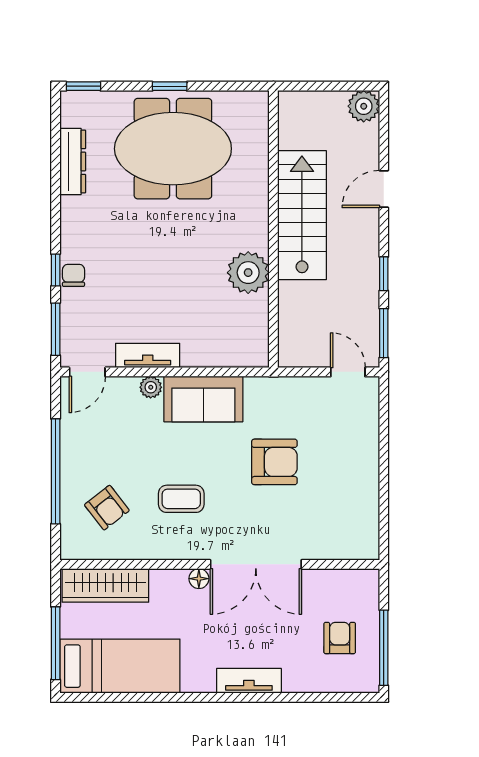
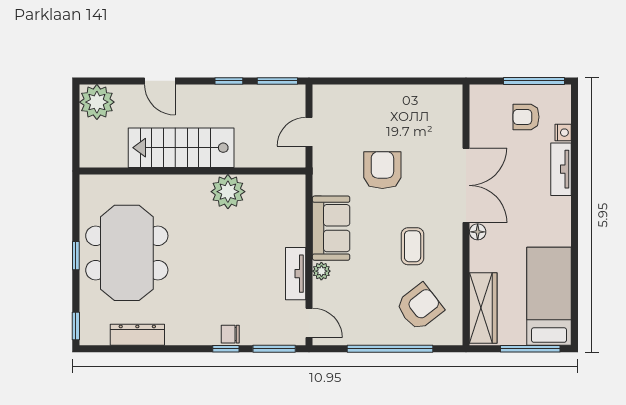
plant: (364, 106) -> (97, 102), width x1.36, depth x1.36
door: (348, 372) -> (309, 132), moved
armchair: (107, 508) -> (420, 307), width x1.38, depth x1.38
tv unit: (249, 681) -> (561, 169), moved
nightstand: (321, 683) -> (563, 133), added

